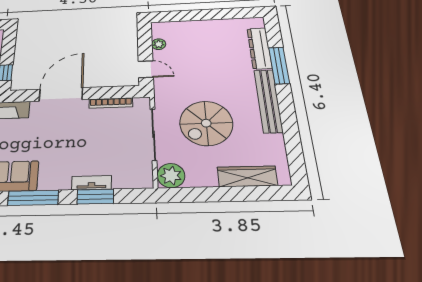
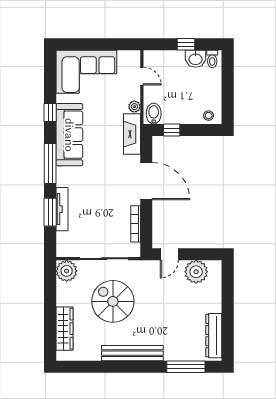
plant: (159, 44) -> (196, 272), width x1.88, depth x1.88
dresser: (260, 48) -> (214, 336), moved, turned -90
window: (279, 65) -> (186, 367), moved
tv unit: (91, 183) -> (62, 209), width x1.41

